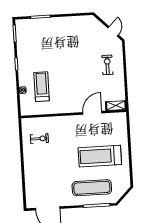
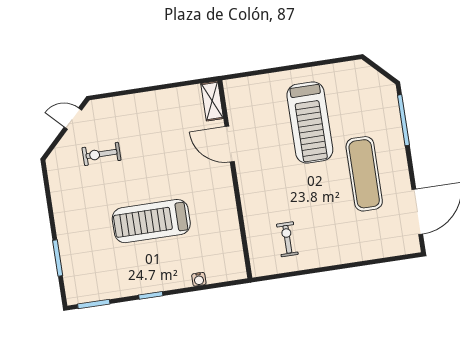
exercise bike: (107, 65) -> (101, 154), moved
treadmill: (42, 87) -> (151, 221), moved, width x1.37, depth x1.38
exercise mat: (92, 188) -> (364, 174), moved

